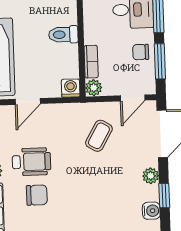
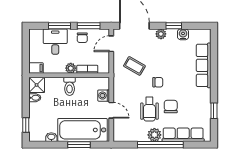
washing machine: (71, 88) -> (104, 96), moved
plant: (94, 88) -> (71, 68), moved
door: (133, 98) -> (111, 44), swing flipped
wheelchair: (31, 162) -> (149, 109), turned 180
chair: (74, 173) -> (158, 82), added

